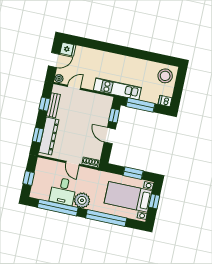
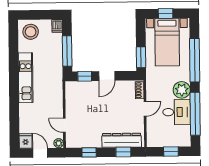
kitchen unit: (117, 89) -> (26, 78), moved, turned 180
bench: (53, 105) -> (88, 143), removed
window: (133, 173) -> (141, 57), moved

